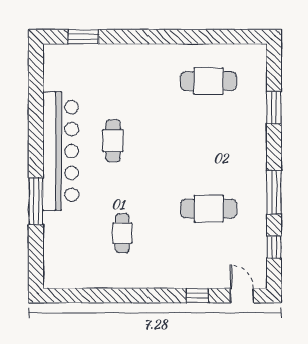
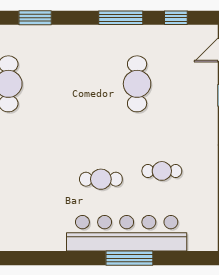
cafe table: (113, 141) -> (101, 179), moved
bar counter: (61, 151) -> (127, 233), moved

